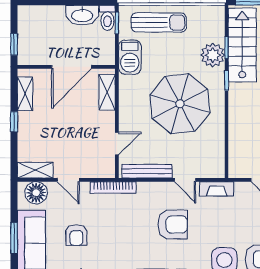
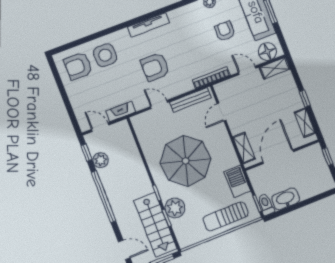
fireplace: (217, 189) -> (121, 111), moved

